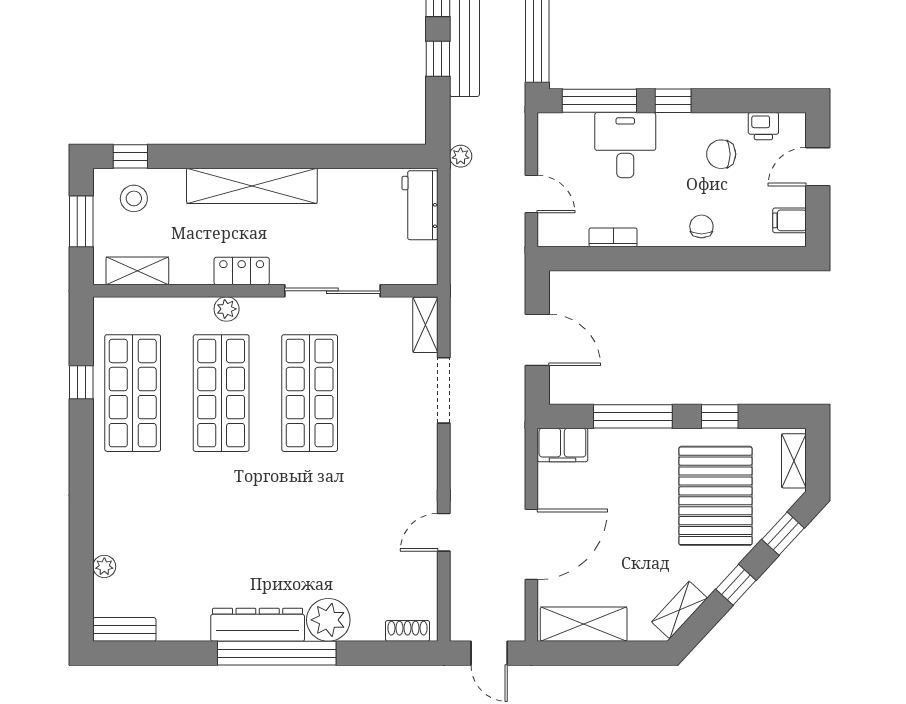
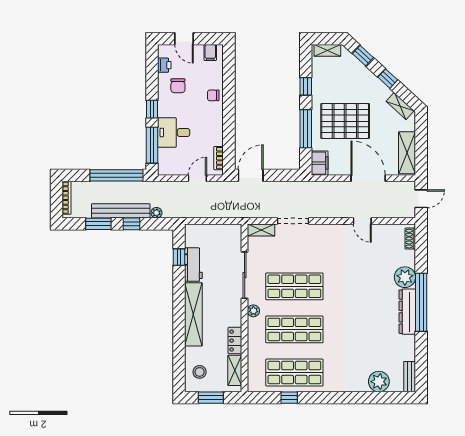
window: (130, 156) -> (179, 257), moved
plant: (461, 156) -> (156, 213), moved
workbench: (420, 205) -> (193, 265), moved, turned -90
bookcase: (613, 237) -> (219, 158), moved
locker: (242, 271) -> (235, 341), moved
plant: (227, 309) -> (253, 311), moved
door: (537, 340) -> (251, 175), moved
pallet: (715, 496) -> (345, 121), moved
plant: (104, 566) -> (379, 382), width x1.87, depth x1.87

